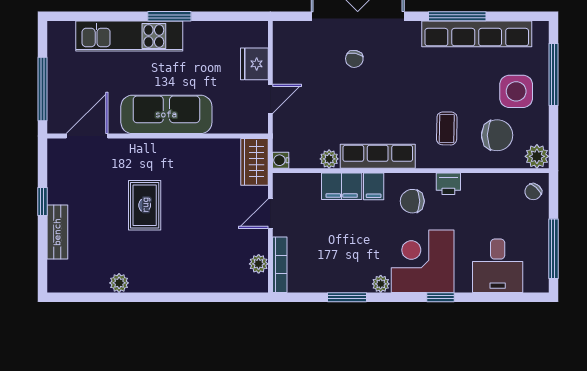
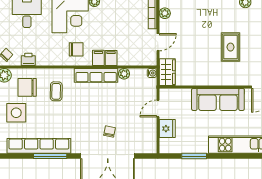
window: (169, 16) -> (194, 156), moved
printer: (448, 184) -> (28, 59), moved
filing cabinet: (342, 186) -> (111, 58), width x0.50

